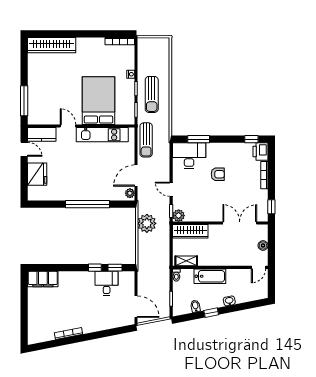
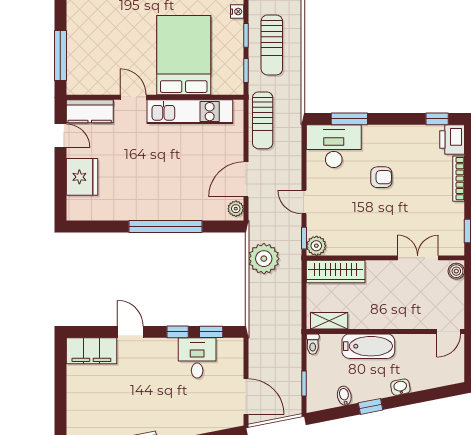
double door: (240, 223) -> (418, 258), width x0.73
boiler: (263, 245) -> (456, 271), moved
door: (66, 268) -> (130, 332), added

